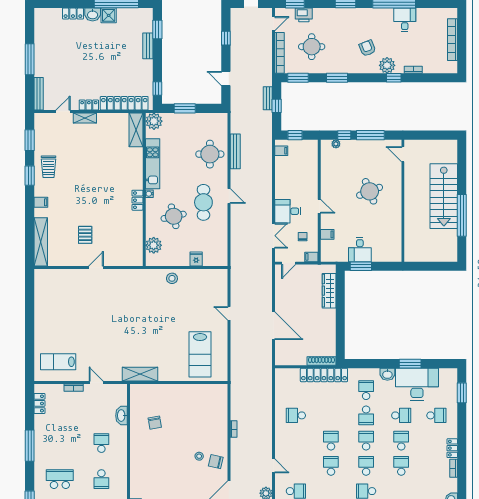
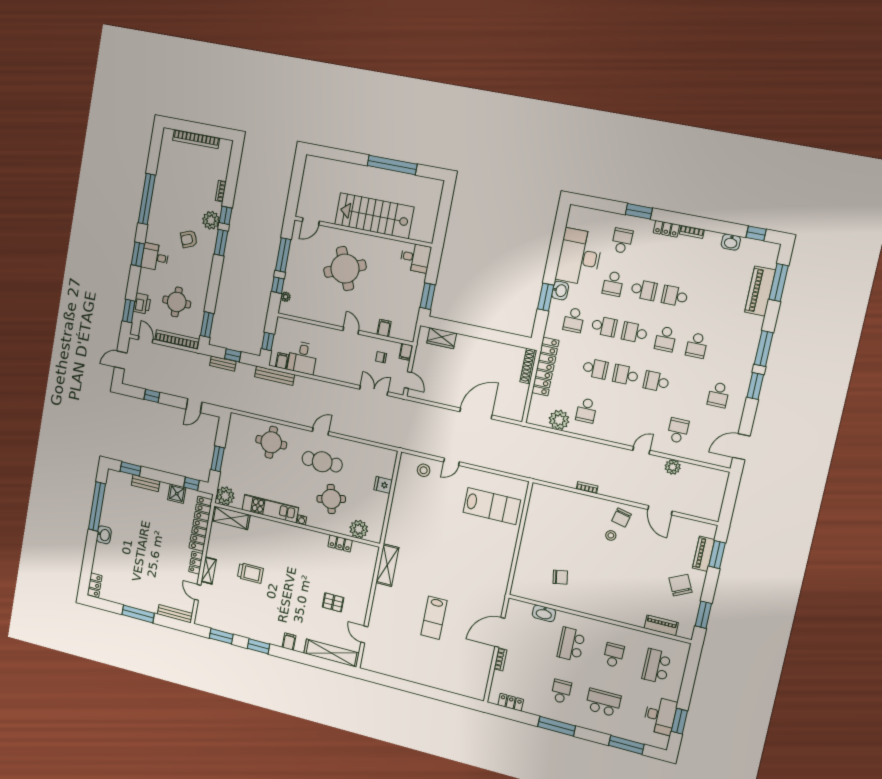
locker: (73, 14) -> (95, 585), moved
shower: (109, 15) -> (177, 494), moved
desk: (405, 20) -> (155, 257), moved
window: (337, 78) -> (221, 243), moved
bench: (235, 151) -> (275, 376), moved
trolley: (48, 167) -> (250, 573), moved
round table: (370, 191) -> (345, 269), width x1.36, depth x1.36
stairs: (444, 196) -> (374, 216), moved, turned 180
locker: (137, 200) -> (340, 543), moved
door: (319, 206) -> (351, 331), hinge flipped
desk: (288, 211) -> (302, 358), moved
desk: (360, 250) -> (415, 258), moved
door: (96, 268) -> (364, 635), moved
stool: (172, 278) -> (424, 470), moved
wardrobe: (329, 291) -> (442, 338), width x0.67
lab bench: (58, 362) -> (434, 618), moved
window: (410, 364) -> (546, 297), moved
shelving: (140, 374) -> (387, 565), moved
door: (96, 382) -> (500, 632), width x1.88
school desk: (366, 390) -> (574, 320), turned -90
window: (462, 393) -> (639, 211), moved
plant: (283, 395) -> (559, 420), added
school desk: (331, 415) -> (595, 369), added
school desk: (401, 415) -> (613, 284), turned 180
school desk: (401, 441) -> (644, 290), turned 180
school desk: (60, 443) -> (561, 691), added
school desk: (101, 443) -> (571, 644), width x1.85
school desk: (366, 466) -> (665, 339), turned -90
school desk: (60, 479) -> (603, 703), turned 90
school desk: (101, 479) -> (614, 655), turned -90

